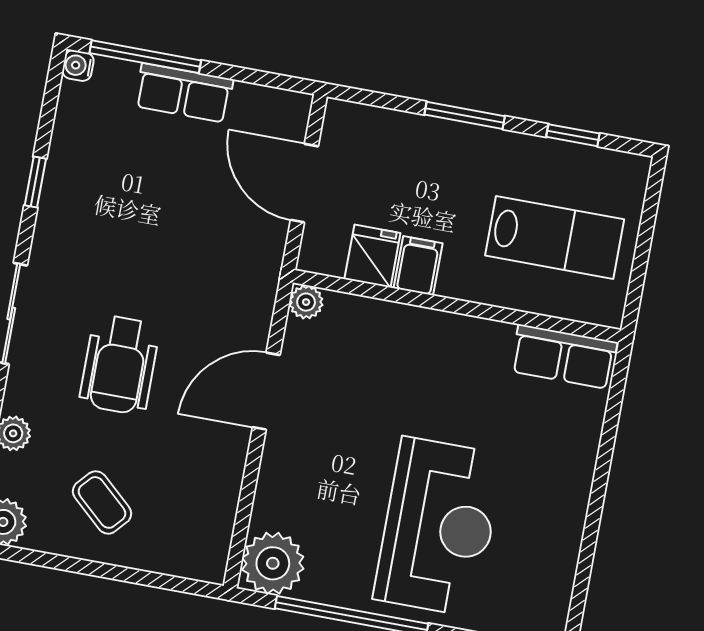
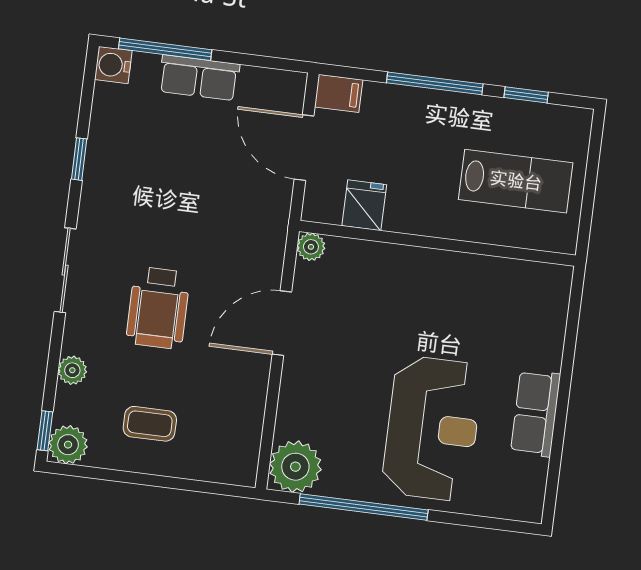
water cooler: (78, 66) -> (113, 65), width x1.38, depth x1.38
window: (465, 115) -> (435, 83), width x1.44
filing cabinet: (418, 266) -> (339, 93), moved, turned 90
row of seats: (564, 357) -> (536, 413), moved, turned 90
coffee table: (102, 502) -> (150, 424), turned -42

